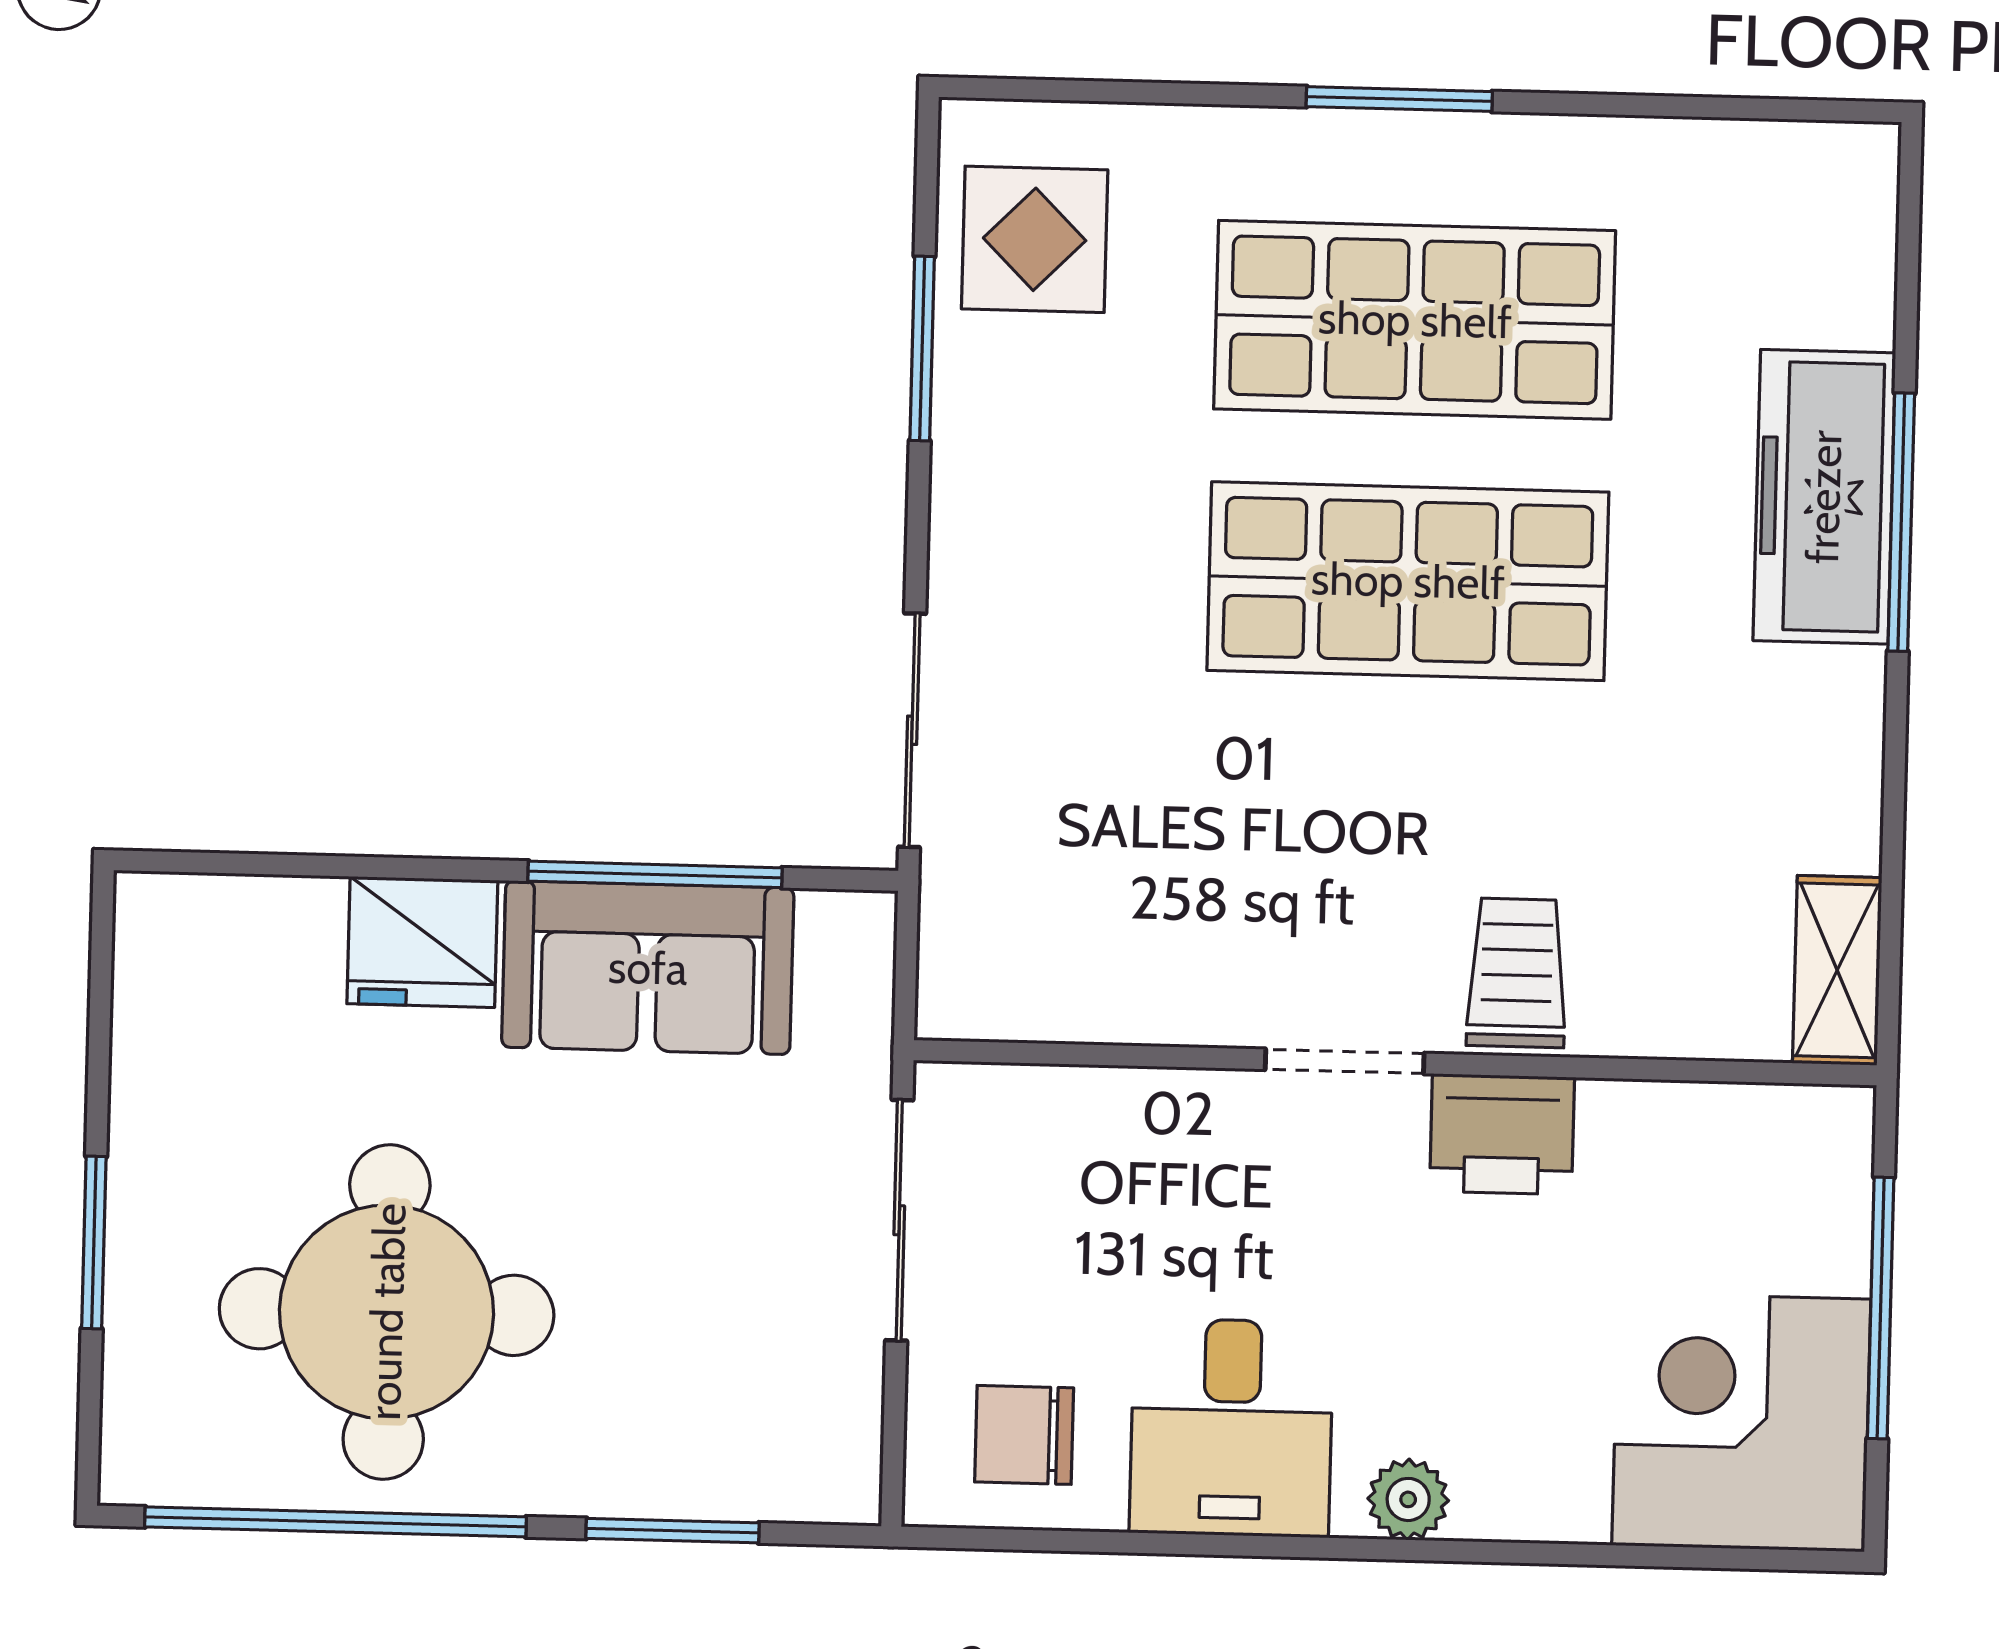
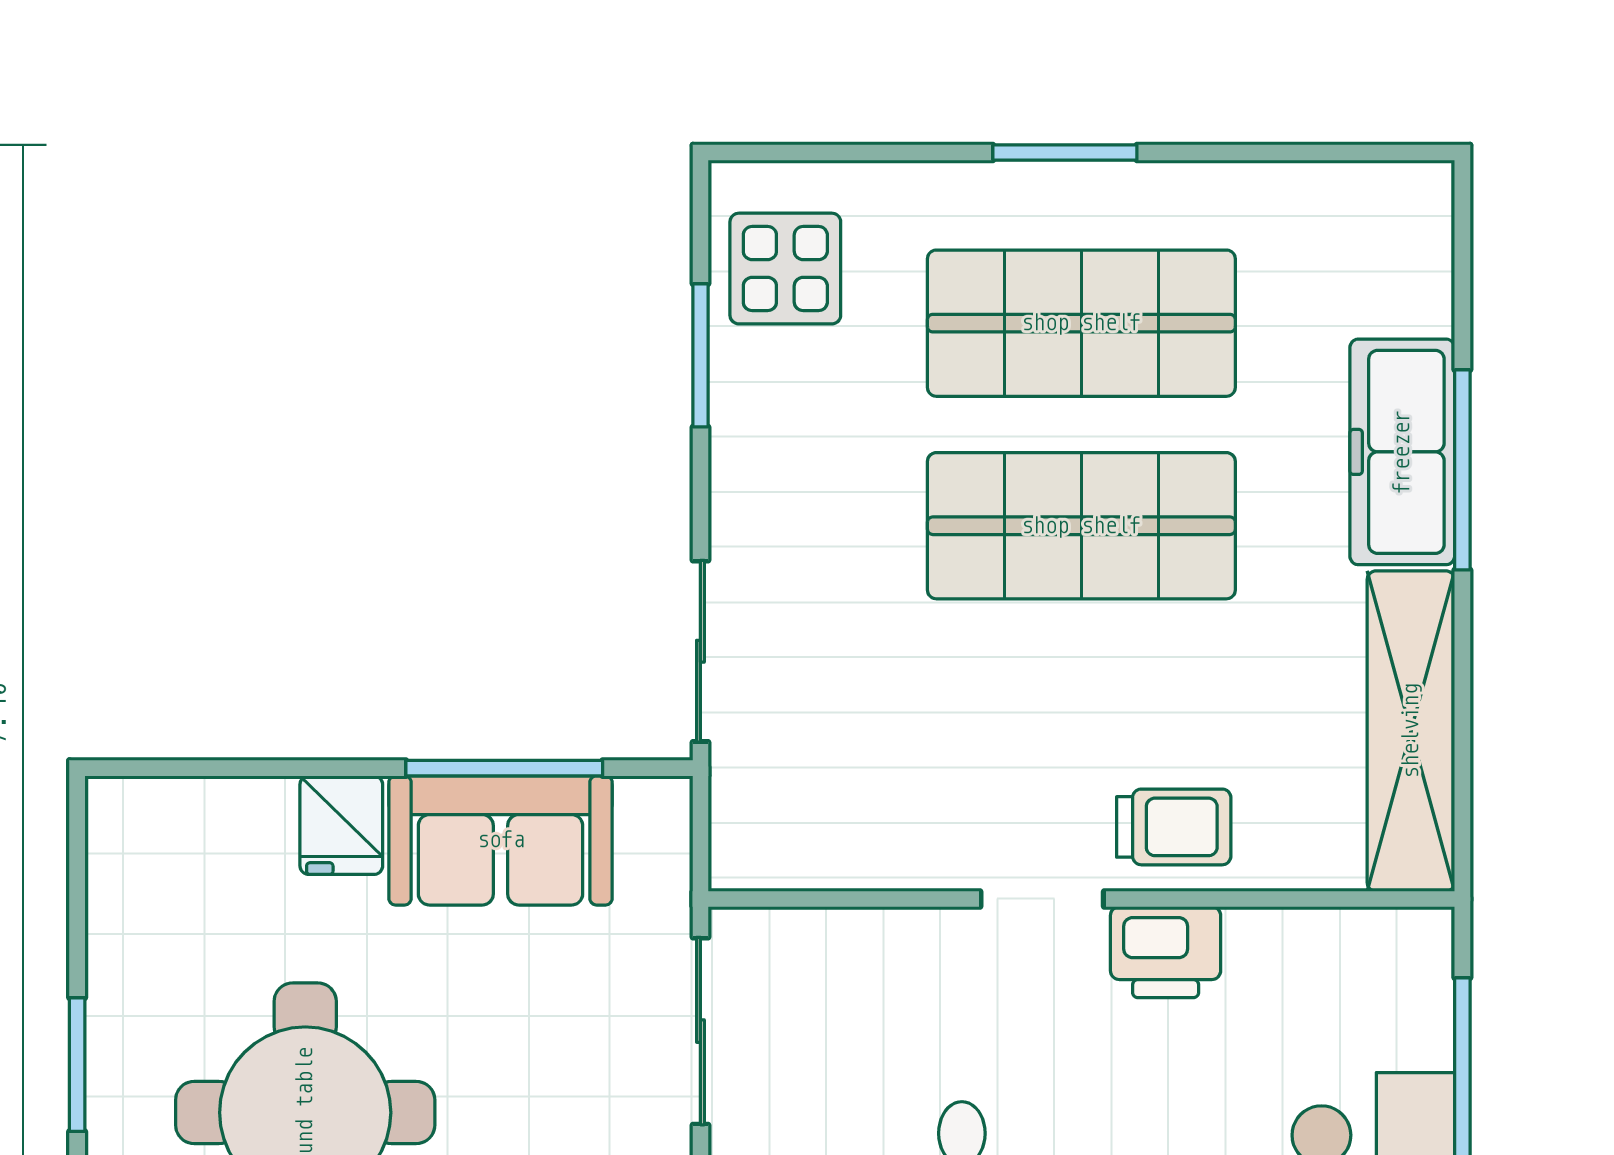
fridge: (422, 942) -> (341, 825), width x0.72
shelving: (1837, 970) -> (1411, 731), width x2.20, depth x1.33
trolley: (1517, 973) -> (1174, 827), turned 90

